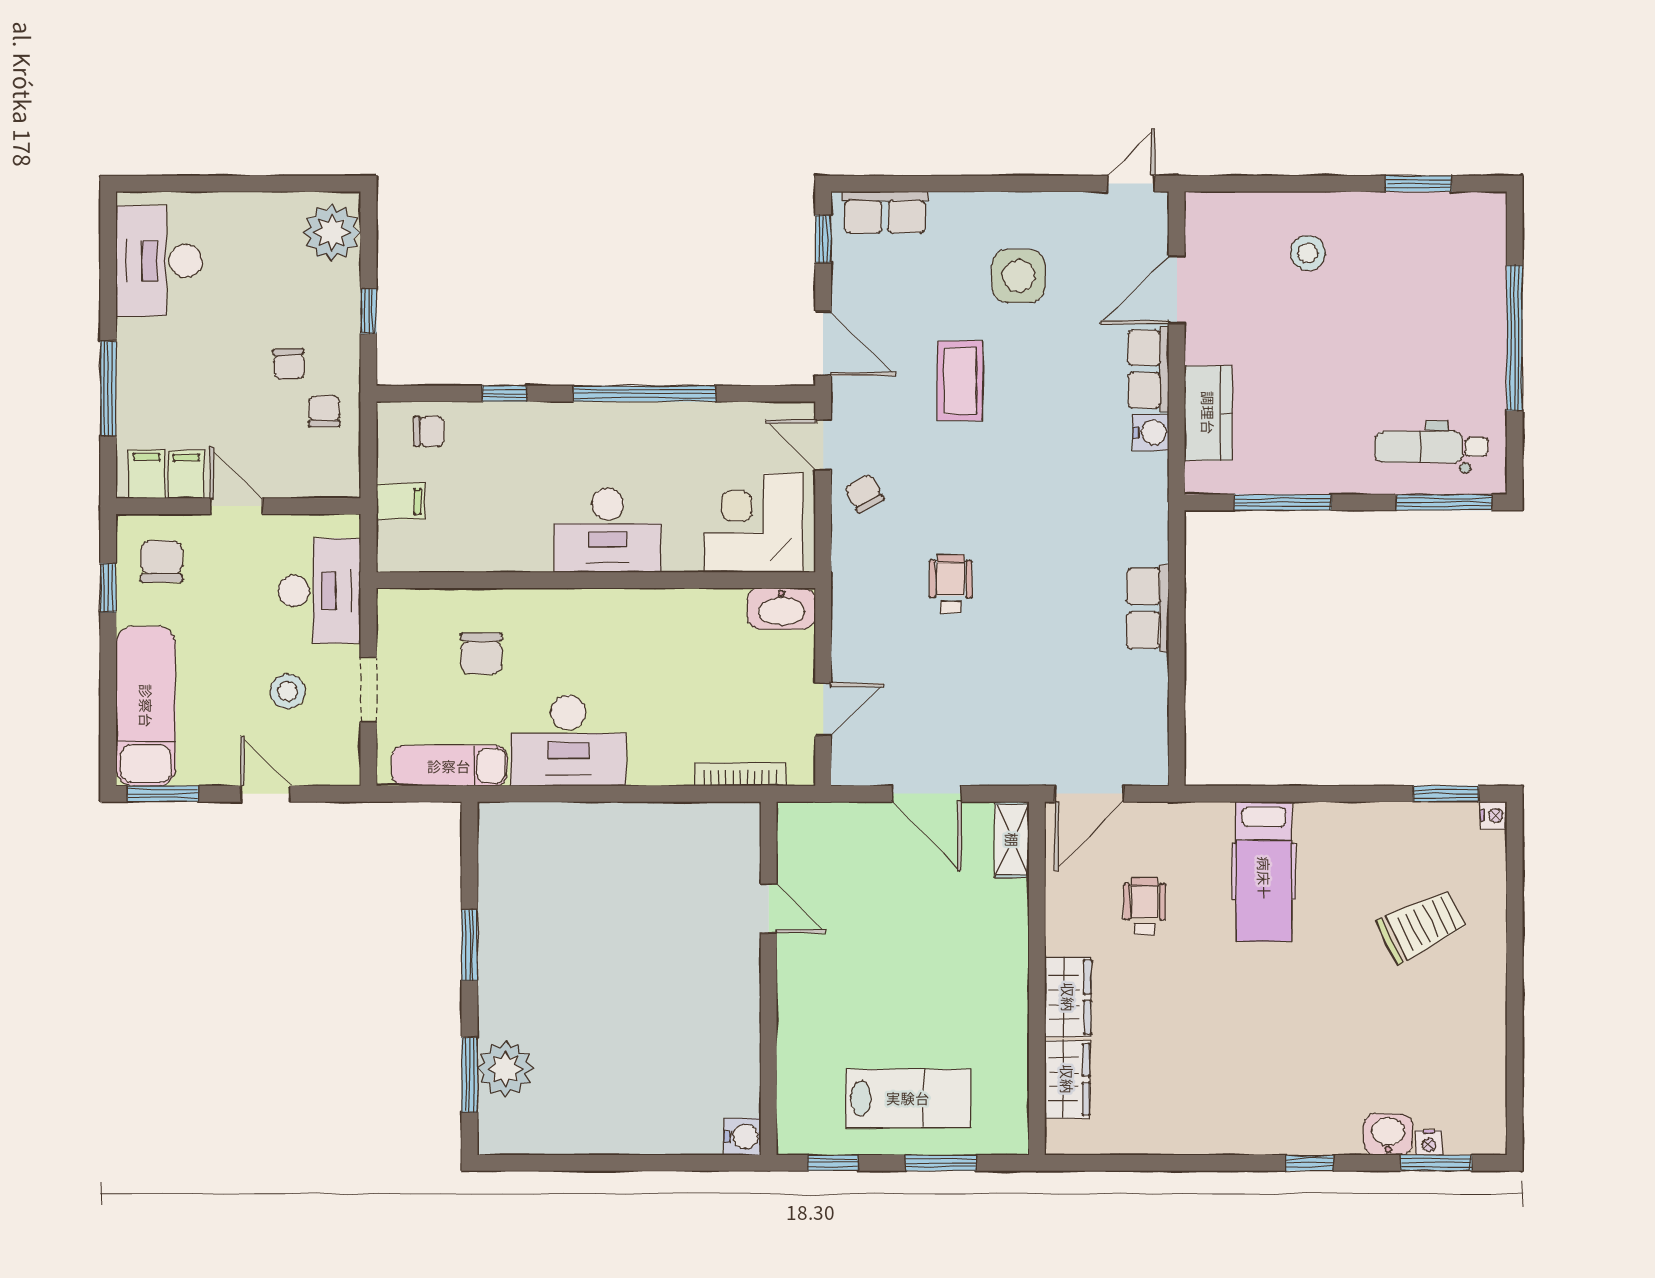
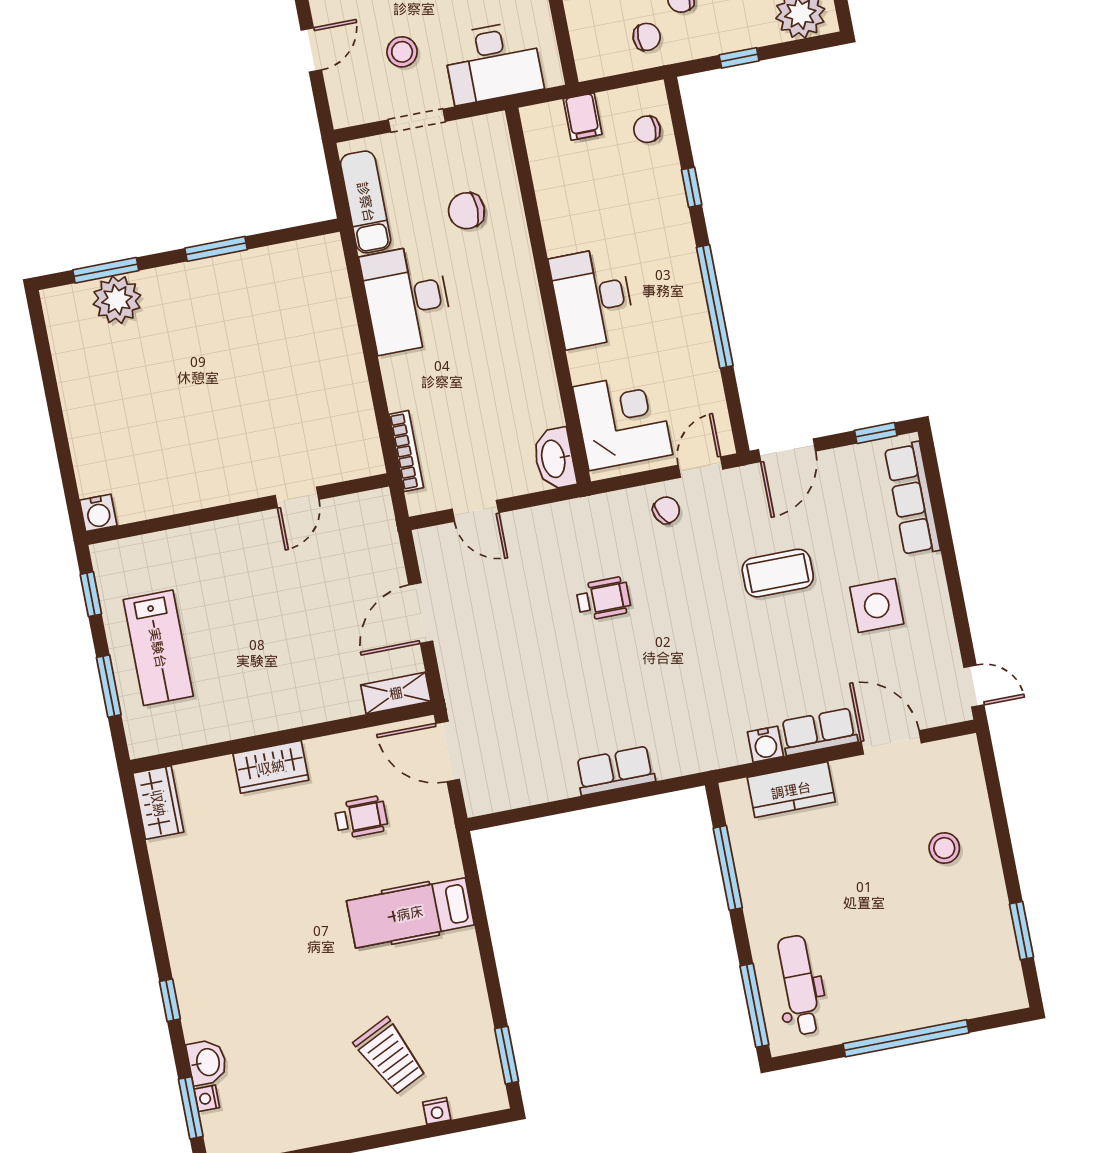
row of seats: (885, 212) -> (912, 499), width x1.48
chair: (429, 431) -> (647, 129), turned 90
nightstand: (1494, 815) -> (437, 1111), moved
wardrobe: (1067, 1079) -> (158, 803), moved, turned -90

